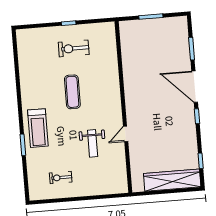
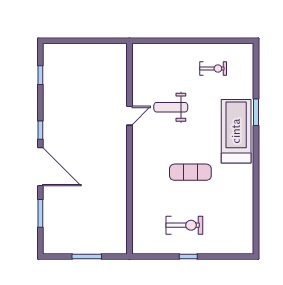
exercise mat: (72, 92) -> (190, 172), turned 90
treadmill: (38, 128) -> (236, 131), width x1.37, depth x1.37
weight bench: (93, 143) -> (171, 107), turned -90
wardrobe: (172, 180) -> (77, 54), removed

